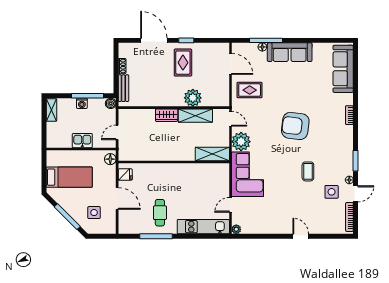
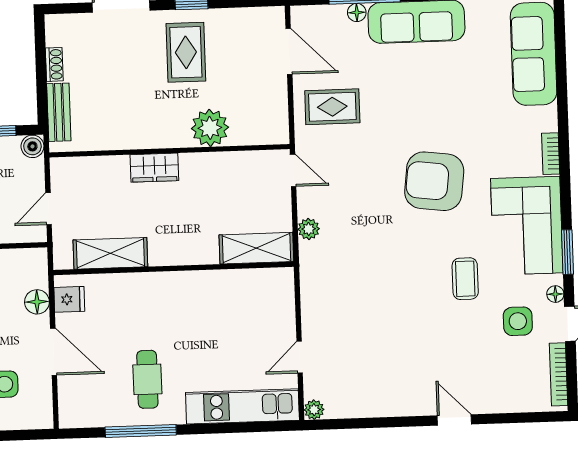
shelving: (195, 116) -> (110, 253), moved
plant: (241, 142) -> (309, 229), width x0.53, depth x0.53
floor lamp: (110, 159) -> (37, 302), moved
corner sofa: (248, 174) -> (527, 226), moved, turned 180

